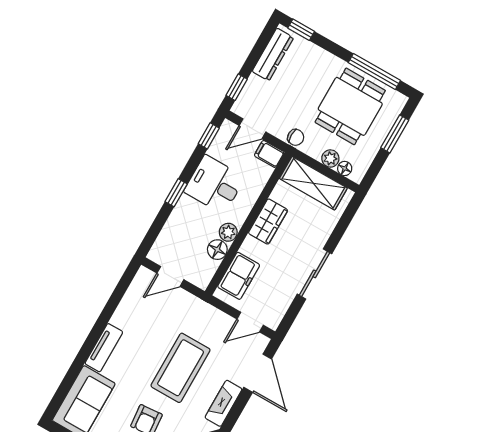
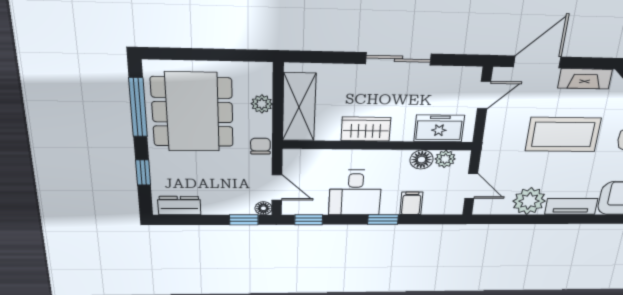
window: (301, 30) -> (143, 172), moved
dresser: (273, 54) -> (179, 206), width x0.70
dining table: (350, 106) -> (192, 112), width x1.38
window: (395, 134) -> (192, 54), removed
filing cabinet: (269, 154) -> (411, 203), moved, turned 180
floor lamp: (345, 168) -> (263, 208), moved
plant: (228, 232) -> (445, 159), moved
plant: (129, 316) -> (529, 201), added
door: (250, 322) -> (484, 95), hinge flipped

